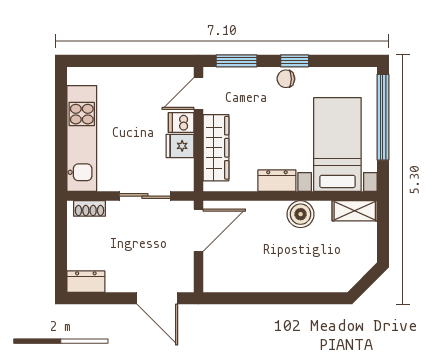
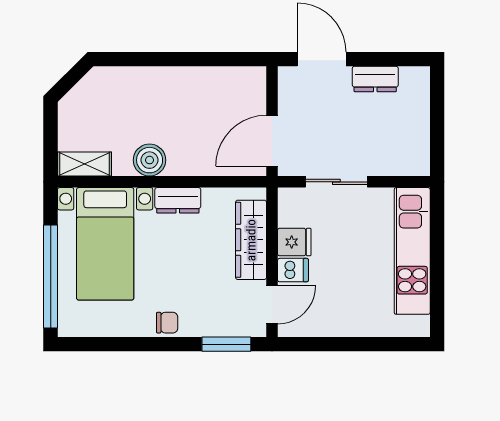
window: (295, 61) -> (157, 344), removed
shoe rack: (89, 208) -> (403, 167), removed
dresser: (86, 282) -> (375, 79), moved

